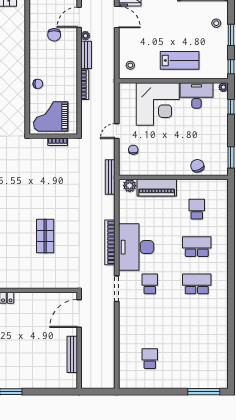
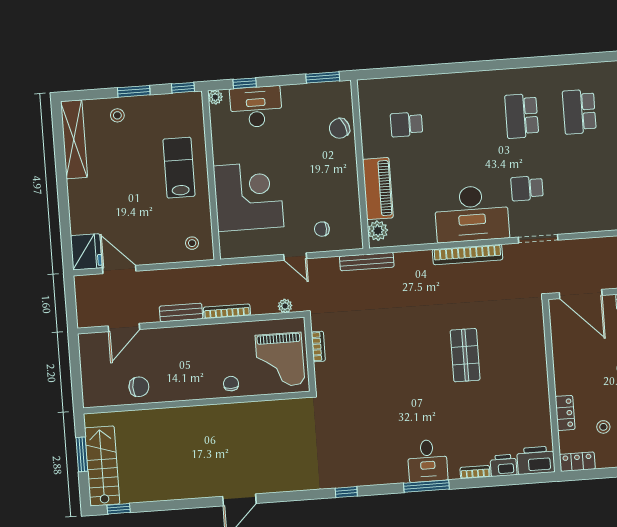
door: (79, 17) -> (124, 328), hinge flipped
door: (117, 17) -> (119, 269), hinge flipped
chair: (54, 35) -> (139, 387), moved
plant: (85, 36) -> (285, 306), moved
desk: (196, 95) -> (256, 107), moved, turned 90
shop shelf: (45, 236) -> (465, 355), turned 90
school desk: (197, 247) -> (579, 112), moved

